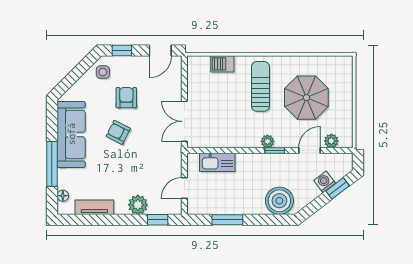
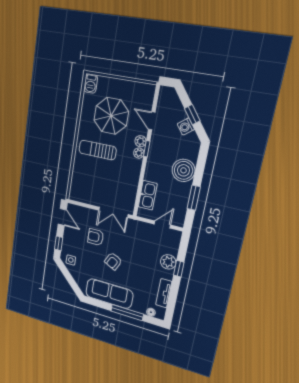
barbecue: (222, 64) -> (91, 83), moved
armchair: (126, 98) -> (96, 237), moved
plant: (331, 141) -> (141, 141), moved
washing machine: (325, 182) -> (186, 127), moved
door: (184, 188) -> (162, 225), swing flipped
window: (338, 188) -> (192, 114), moved
boiler: (279, 201) -> (183, 170), moved
window: (158, 220) -> (179, 269), moved

